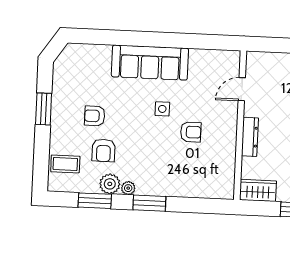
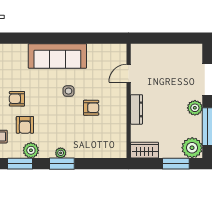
plant: (128, 188) -> (61, 153), moved

